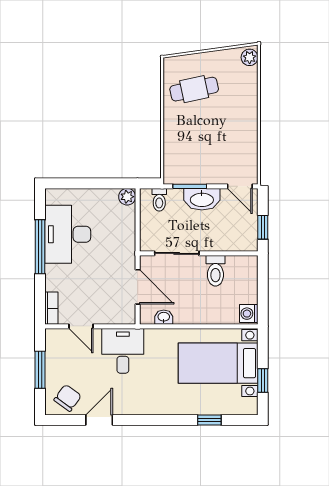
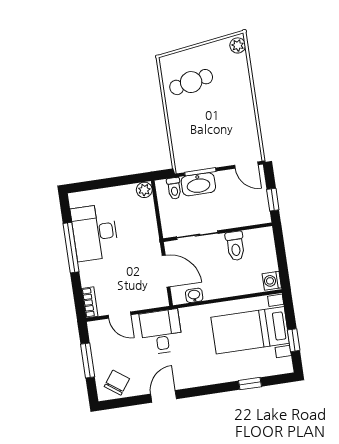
washbasin: (202, 199) -> (198, 184), moved
door: (99, 420) -> (164, 396), moved

